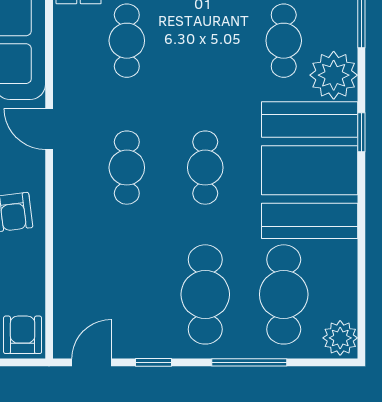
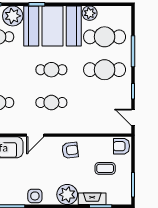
plant: (340, 338) -> (90, 13), moved

